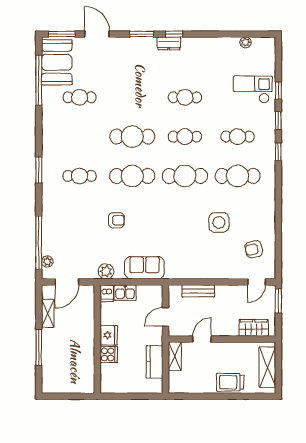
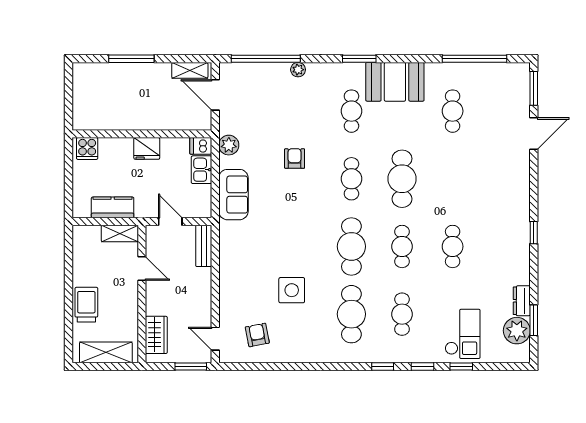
window: (142, 34) -> (534, 320), moved
plant: (246, 42) -> (517, 331), width x1.88, depth x1.88
dresser: (169, 43) -> (522, 301), moved
booth: (57, 62) -> (395, 82), moved
cafe table: (132, 176) -> (351, 179), width x0.73, depth x0.74
armchair: (116, 220) -> (295, 159), turned 180
plant: (47, 262) -> (298, 70), moved
bench: (198, 291) -> (204, 246), moved
shelving: (48, 313) -> (190, 70), moved
cooker: (109, 354) -> (87, 149), moved

